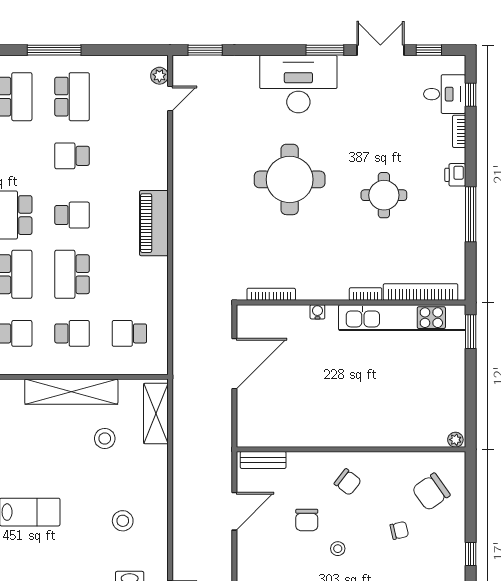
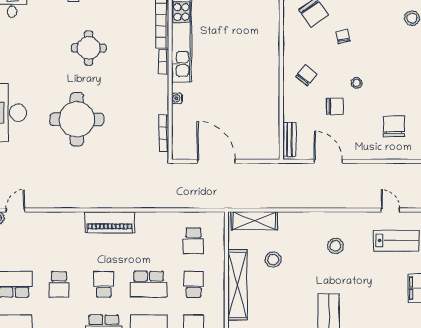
door: (170, 98) -> (15, 210), hinge flipped

